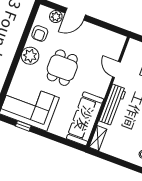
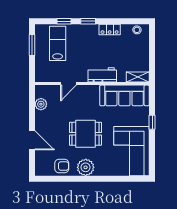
plant: (56, 17) -> (41, 104), moved
workbench: (113, 105) -> (102, 75), width x0.73
window: (23, 126) -> (152, 122), moved

